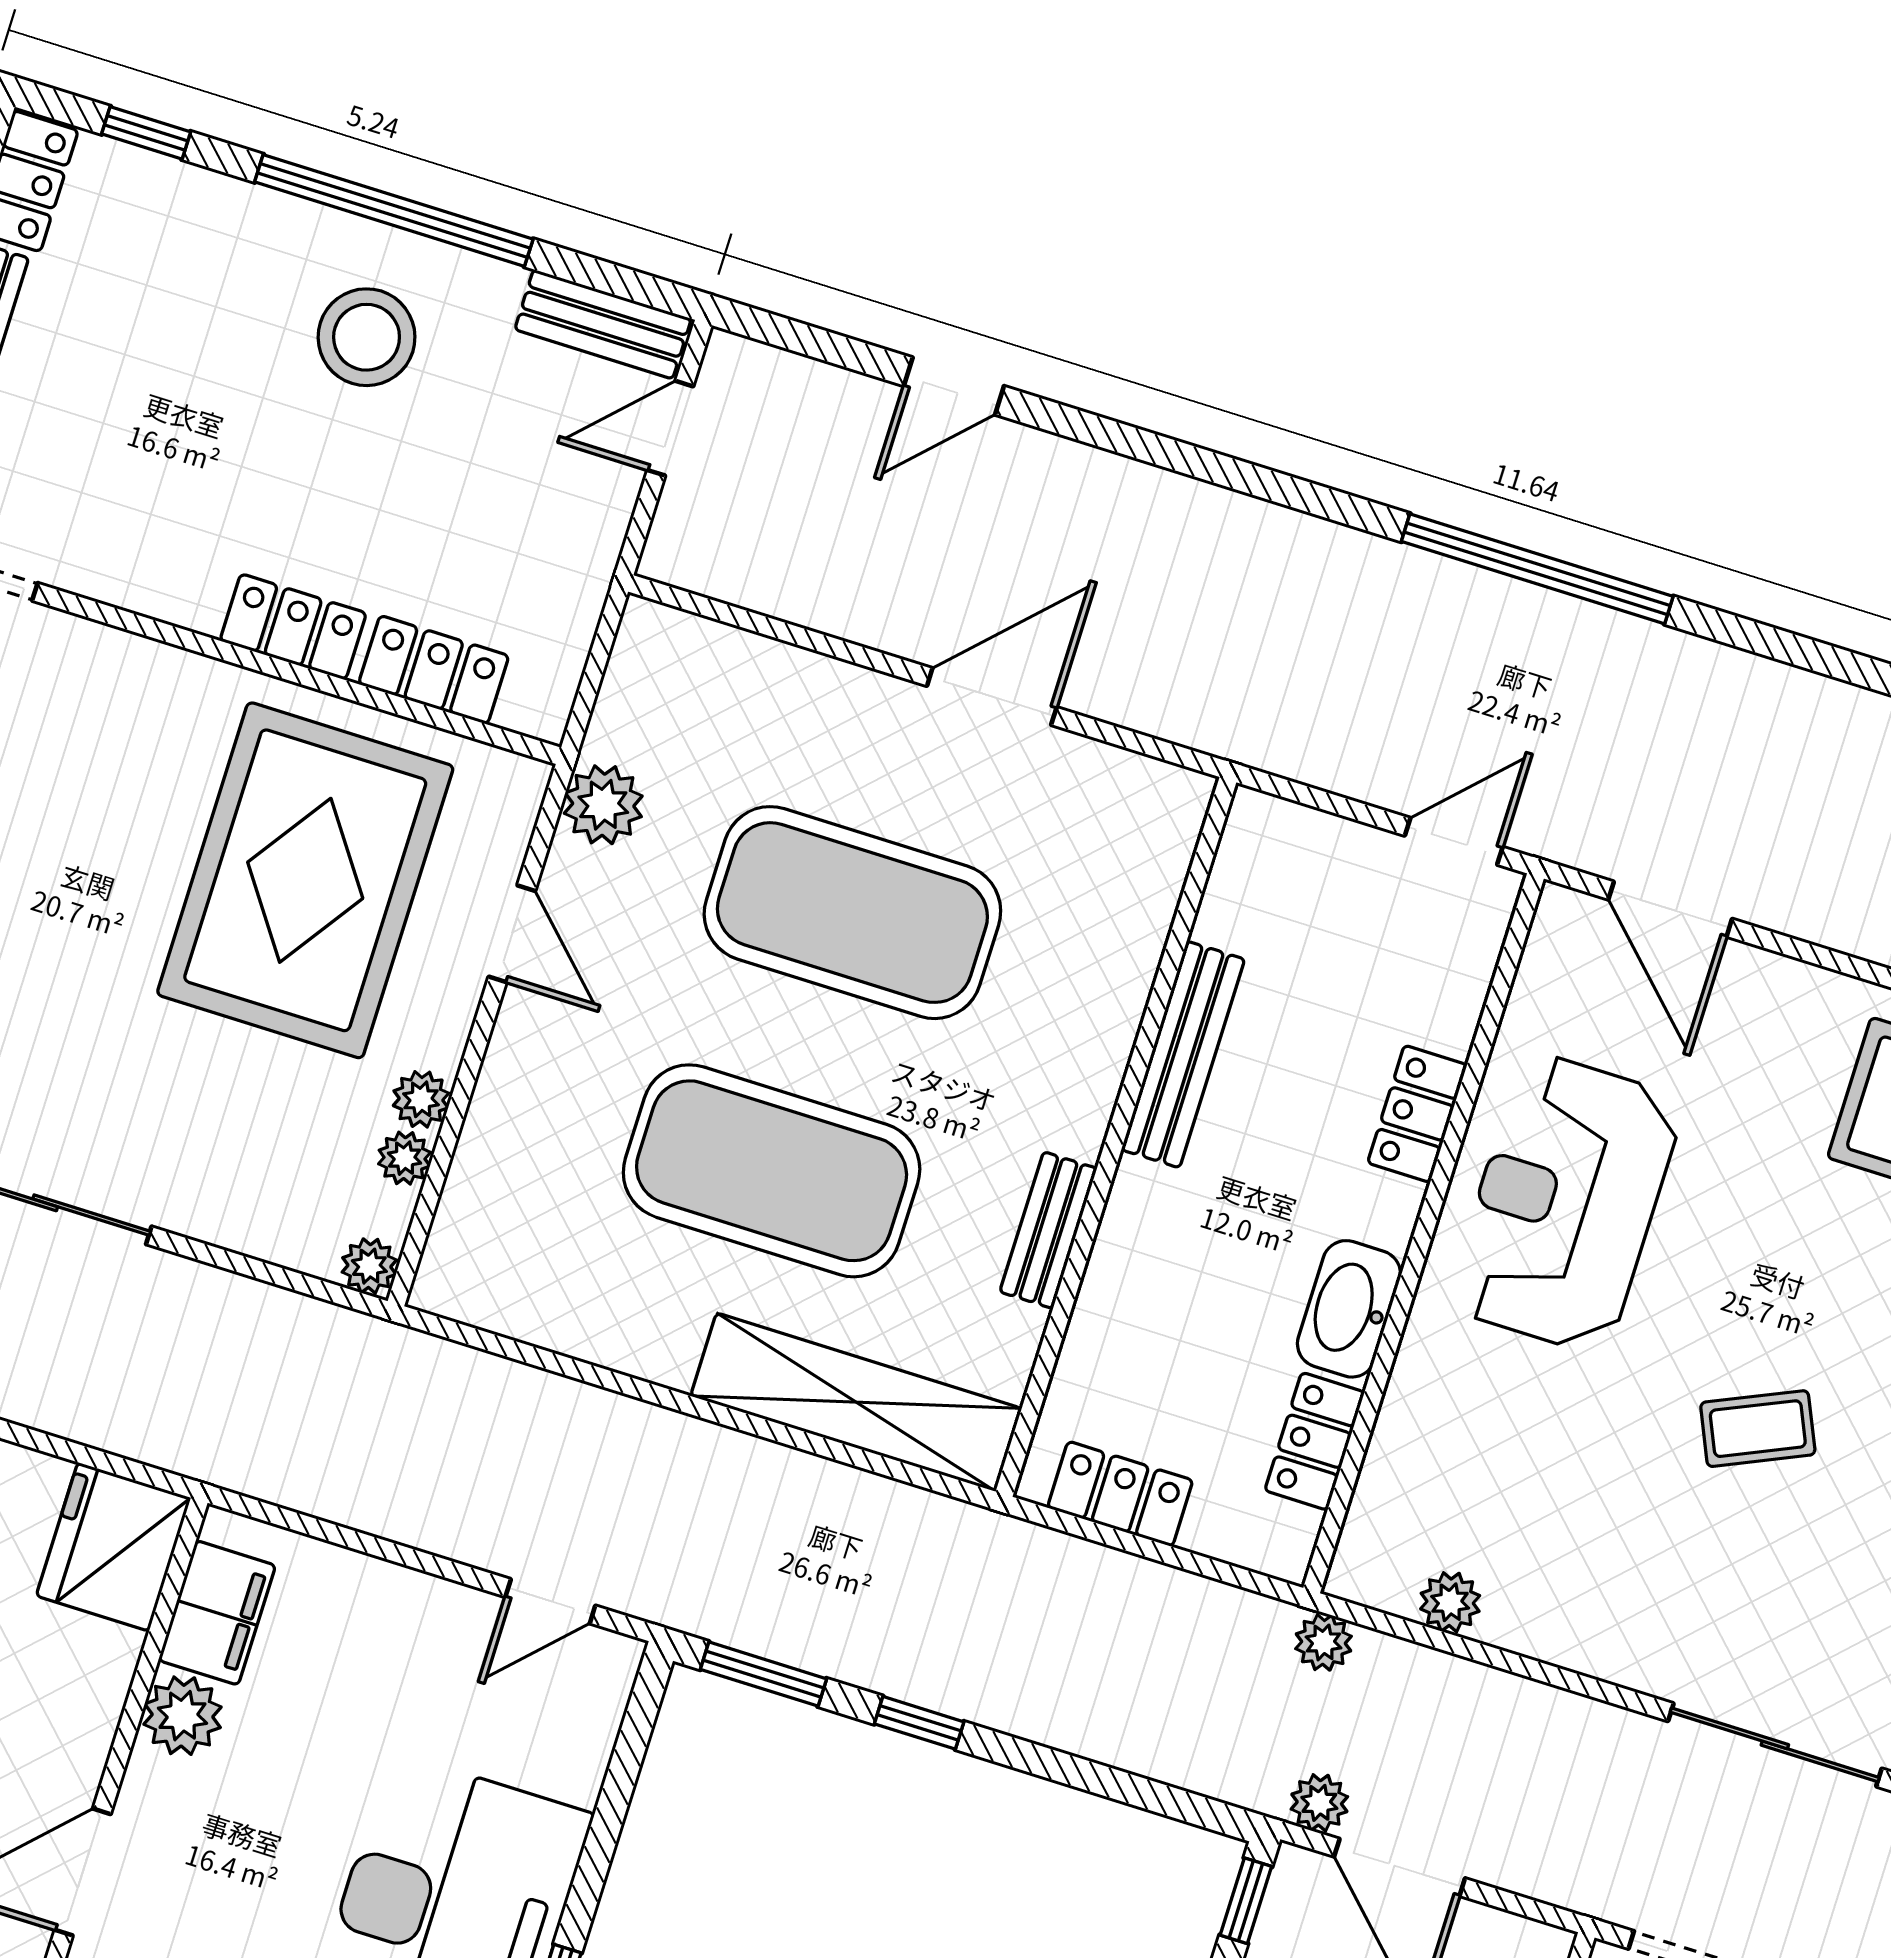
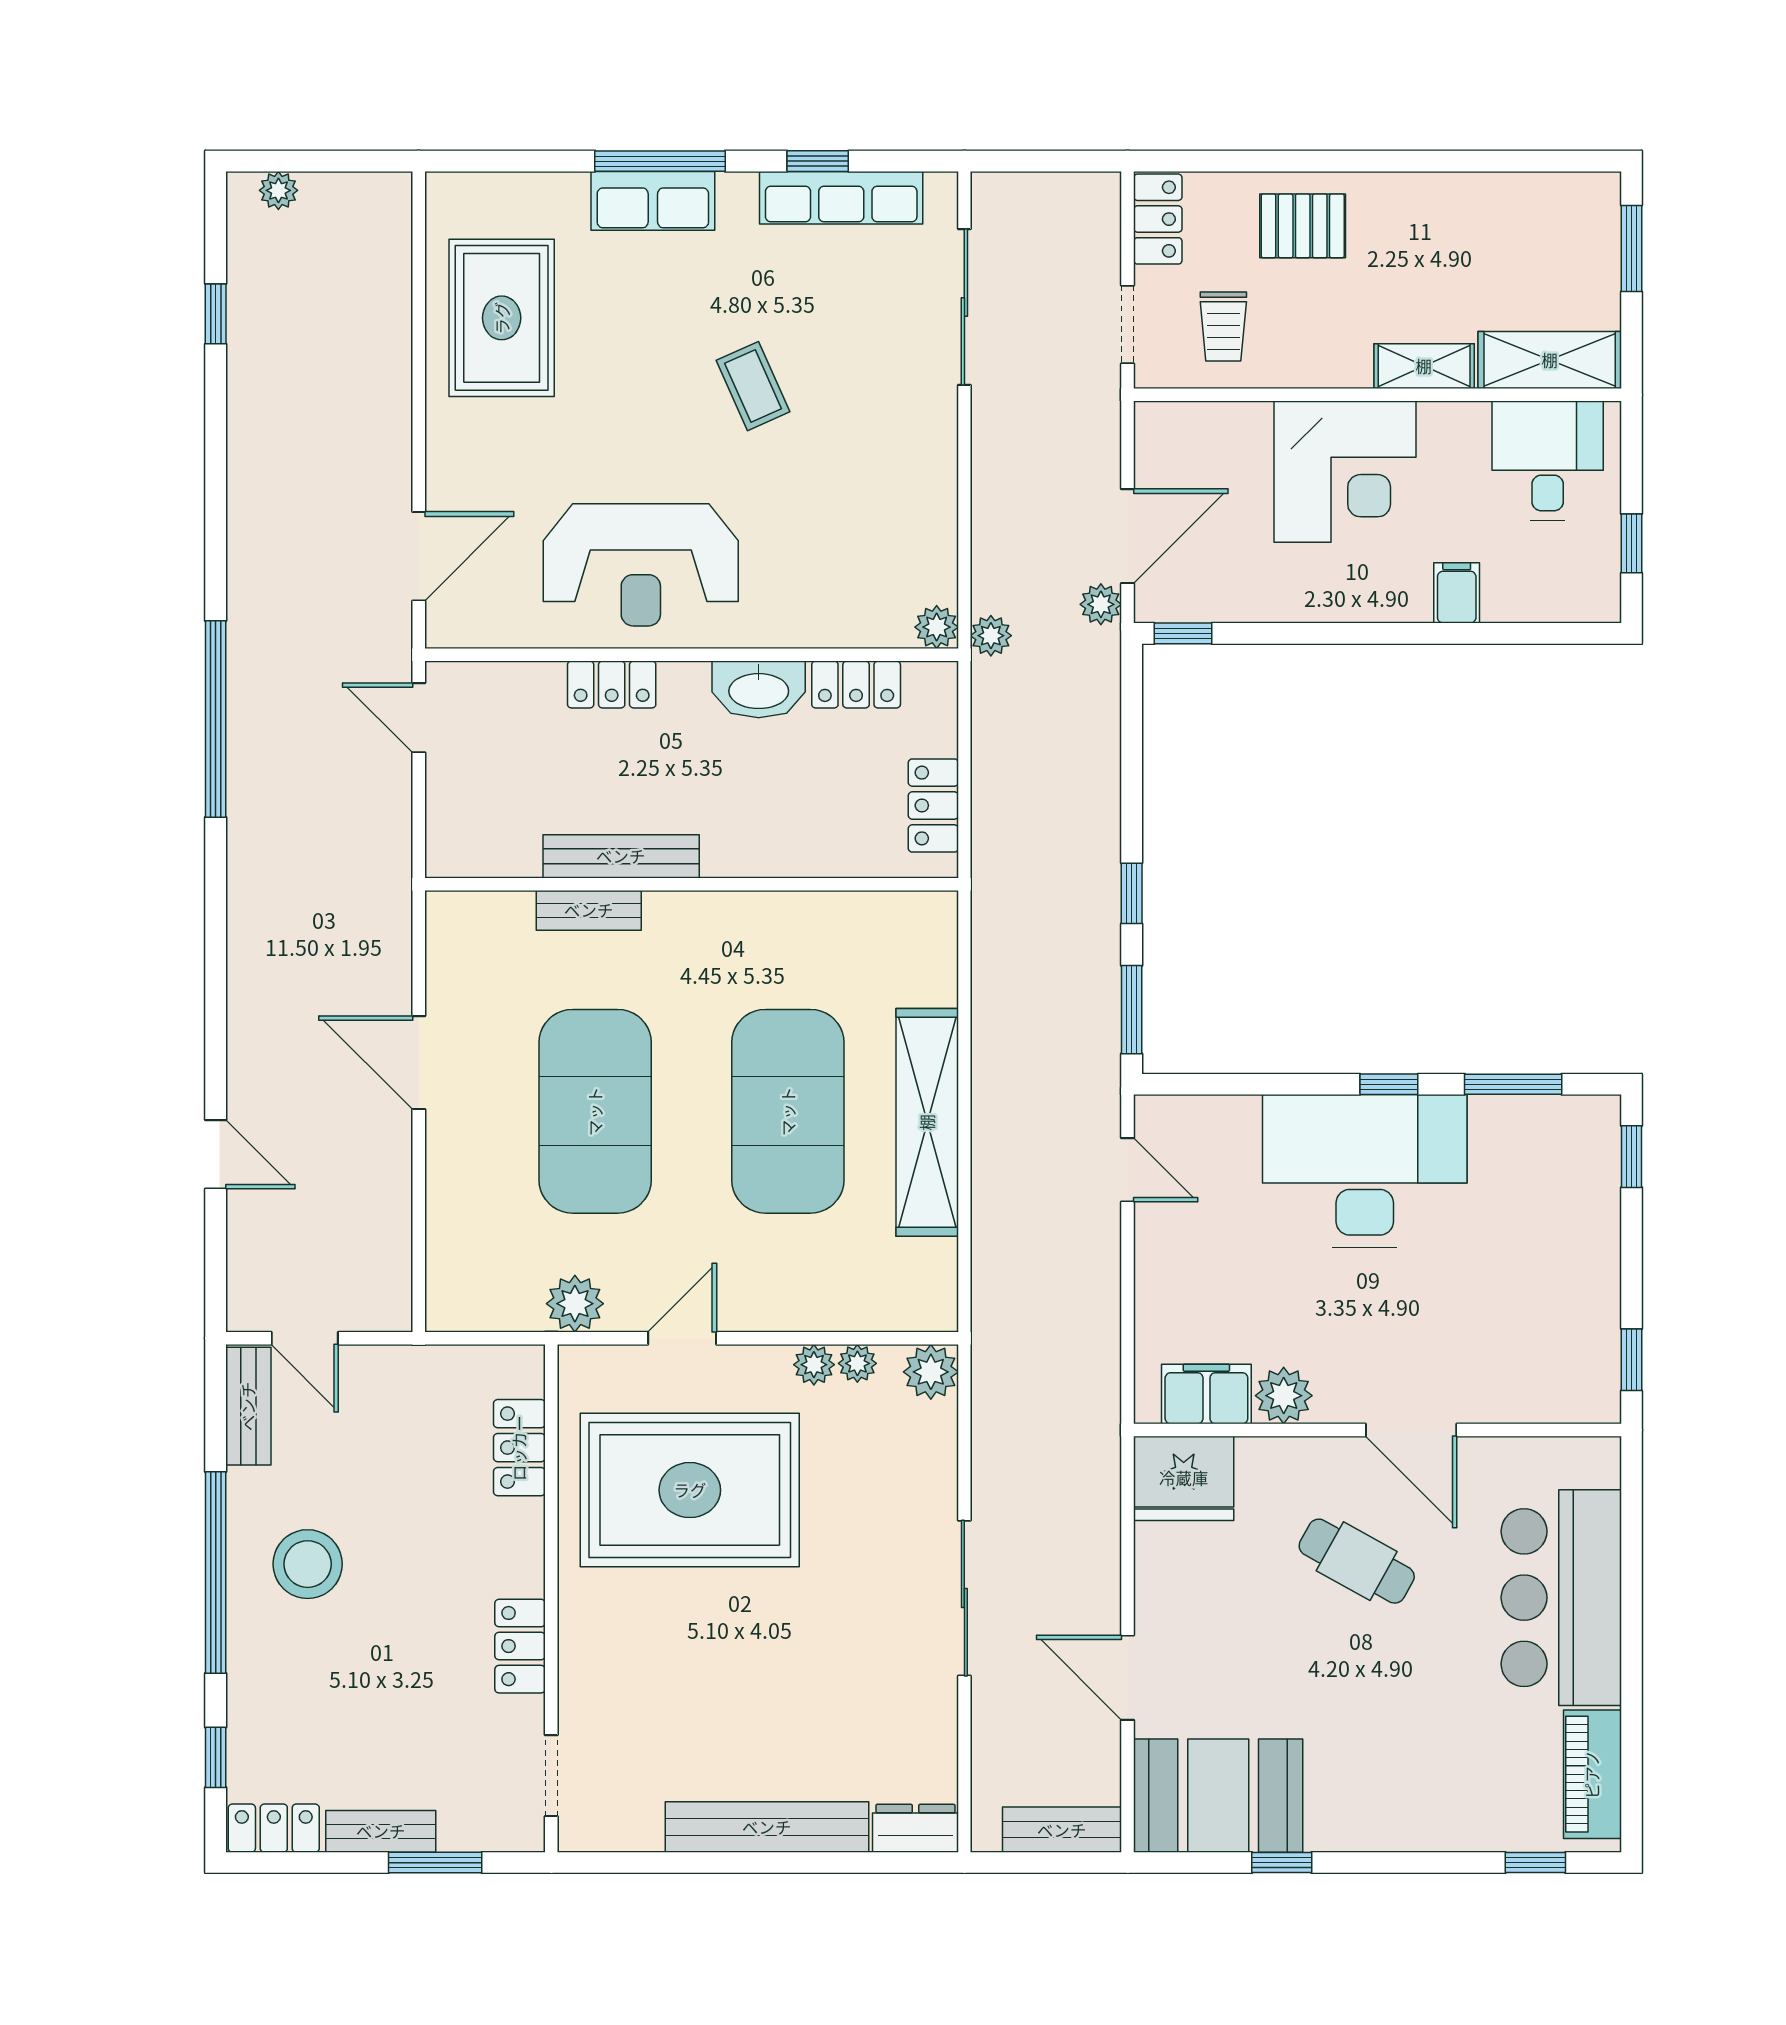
locker: (293, 627) -> (520, 1646), moved
bench: (1048, 1230) -> (589, 910), moved
plant: (369, 1266) -> (931, 1372), width x1.38, depth x1.38
shelving: (856, 1402) -> (927, 1122), moved
plant: (1450, 1602) -> (937, 627), moved

